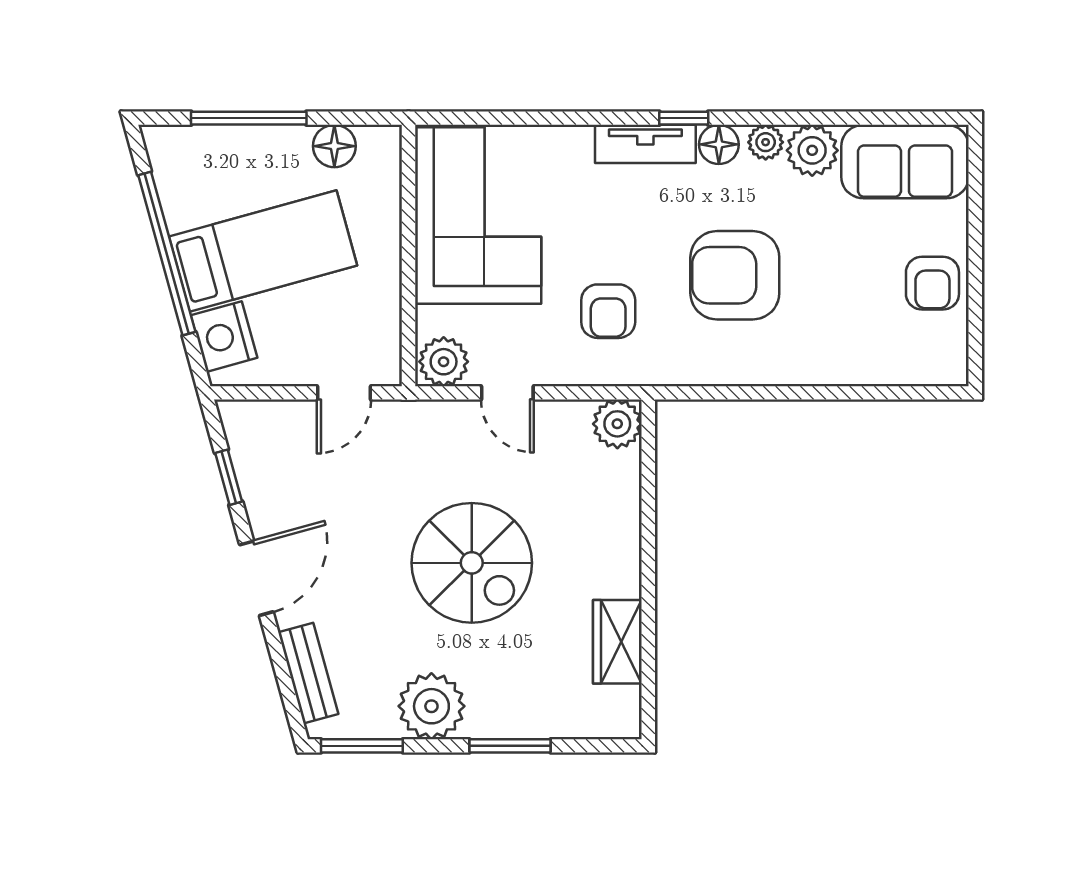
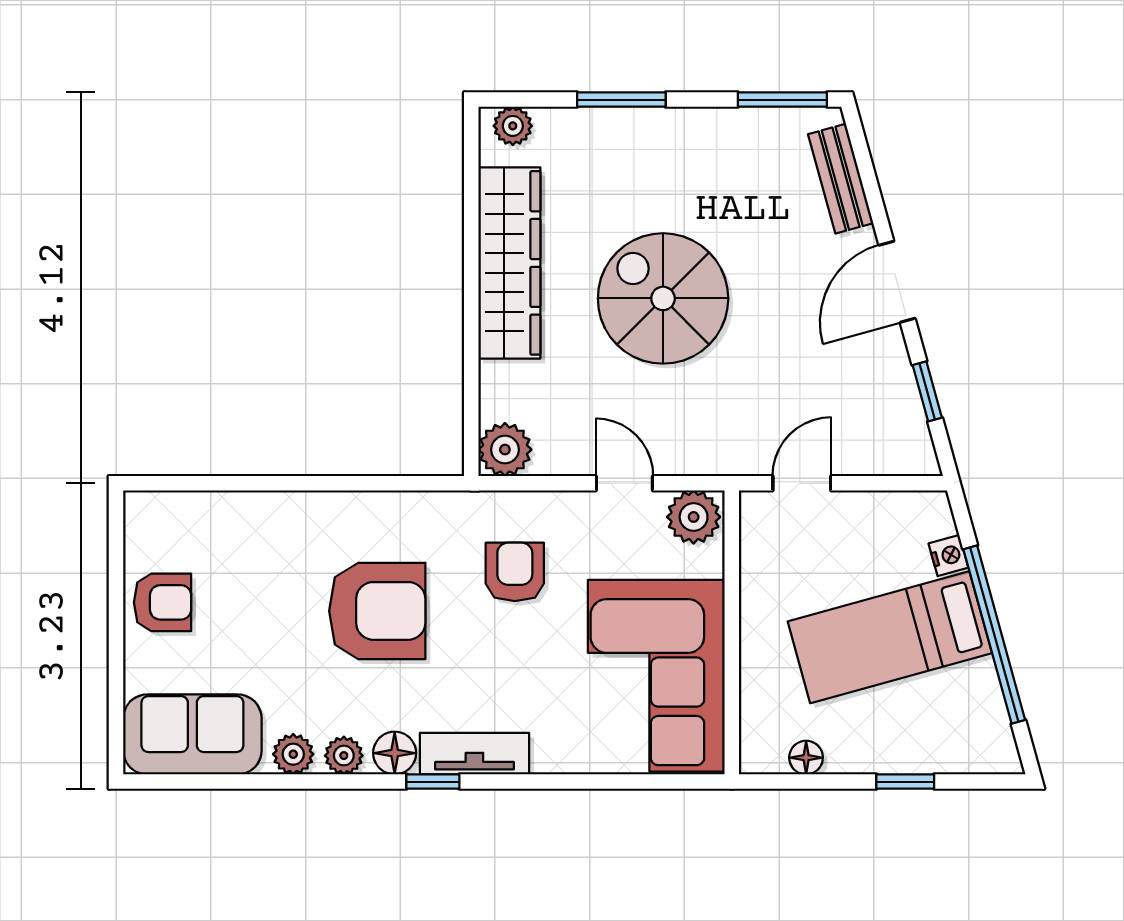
window: (249, 118) -> (905, 782), width x0.46
floor lamp: (334, 146) -> (806, 758), width x0.73, depth x0.73
plant: (812, 150) -> (293, 754), width x0.73, depth x0.73
armchair: (932, 283) -> (163, 602), turned 90
nightstand: (224, 337) -> (948, 555), width x0.53, depth x0.56
wardrobe: (617, 642) -> (509, 263), width x2.10, depth x1.17
plant: (431, 706) -> (513, 126), moved, width x0.53, depth x0.53

